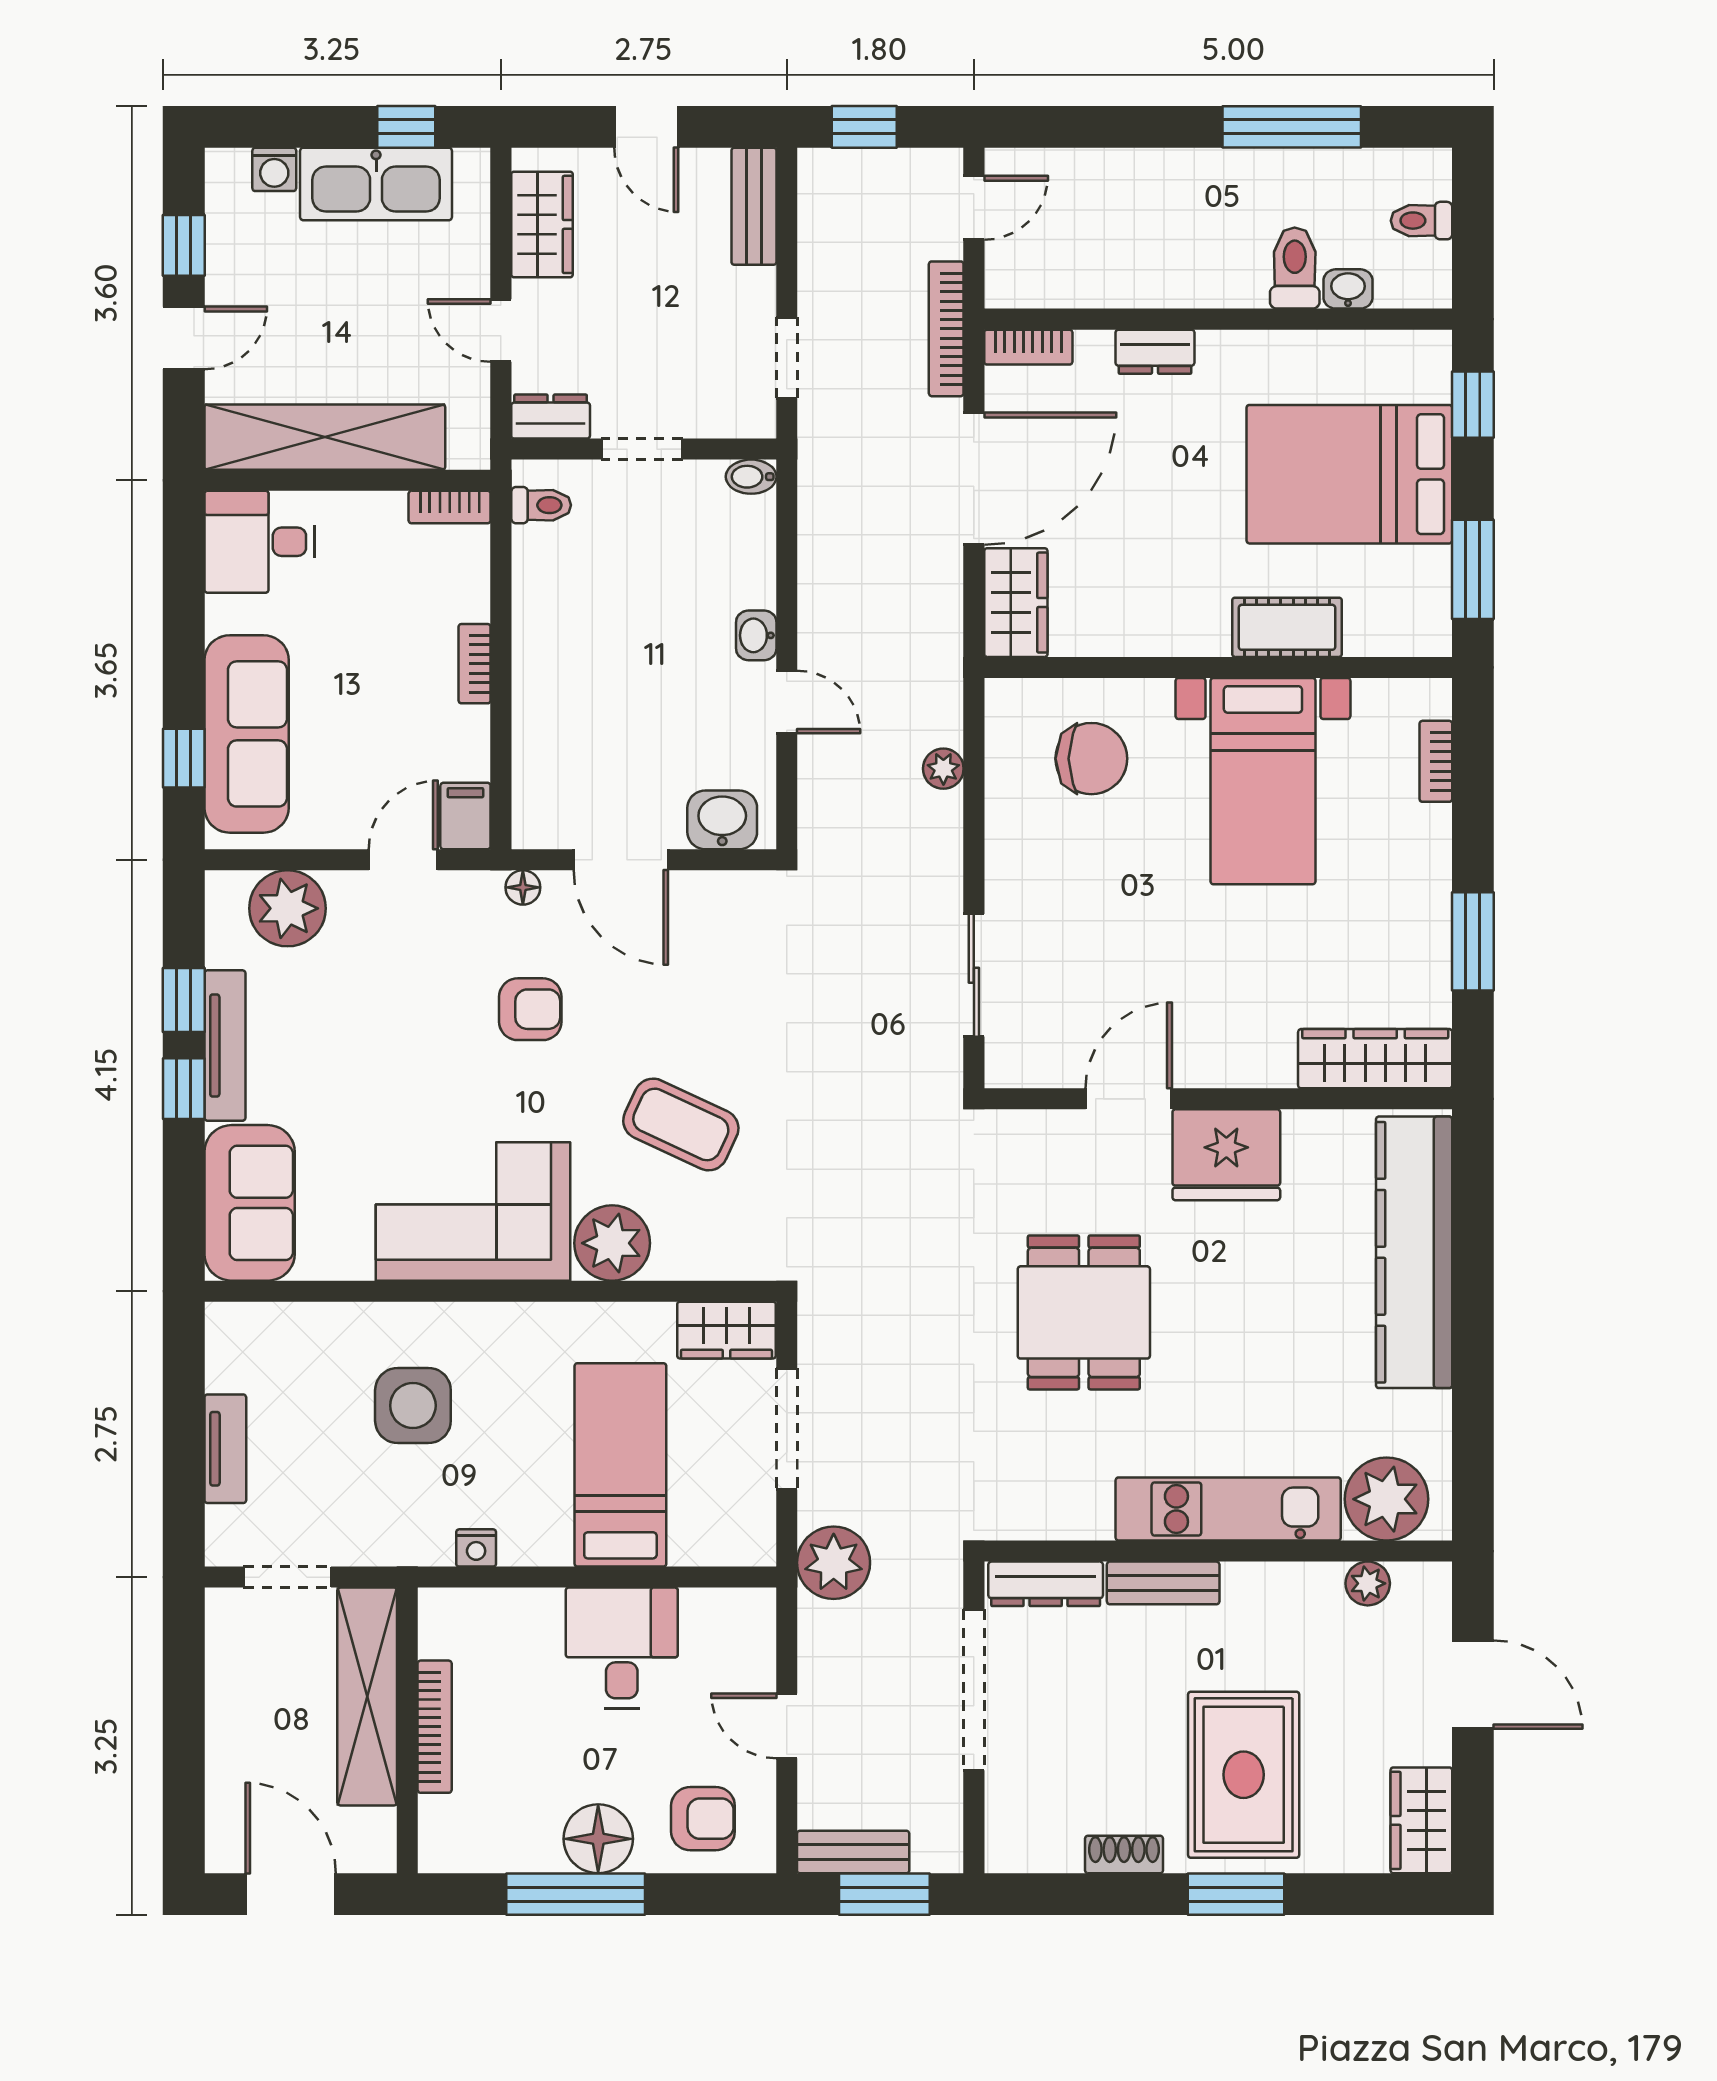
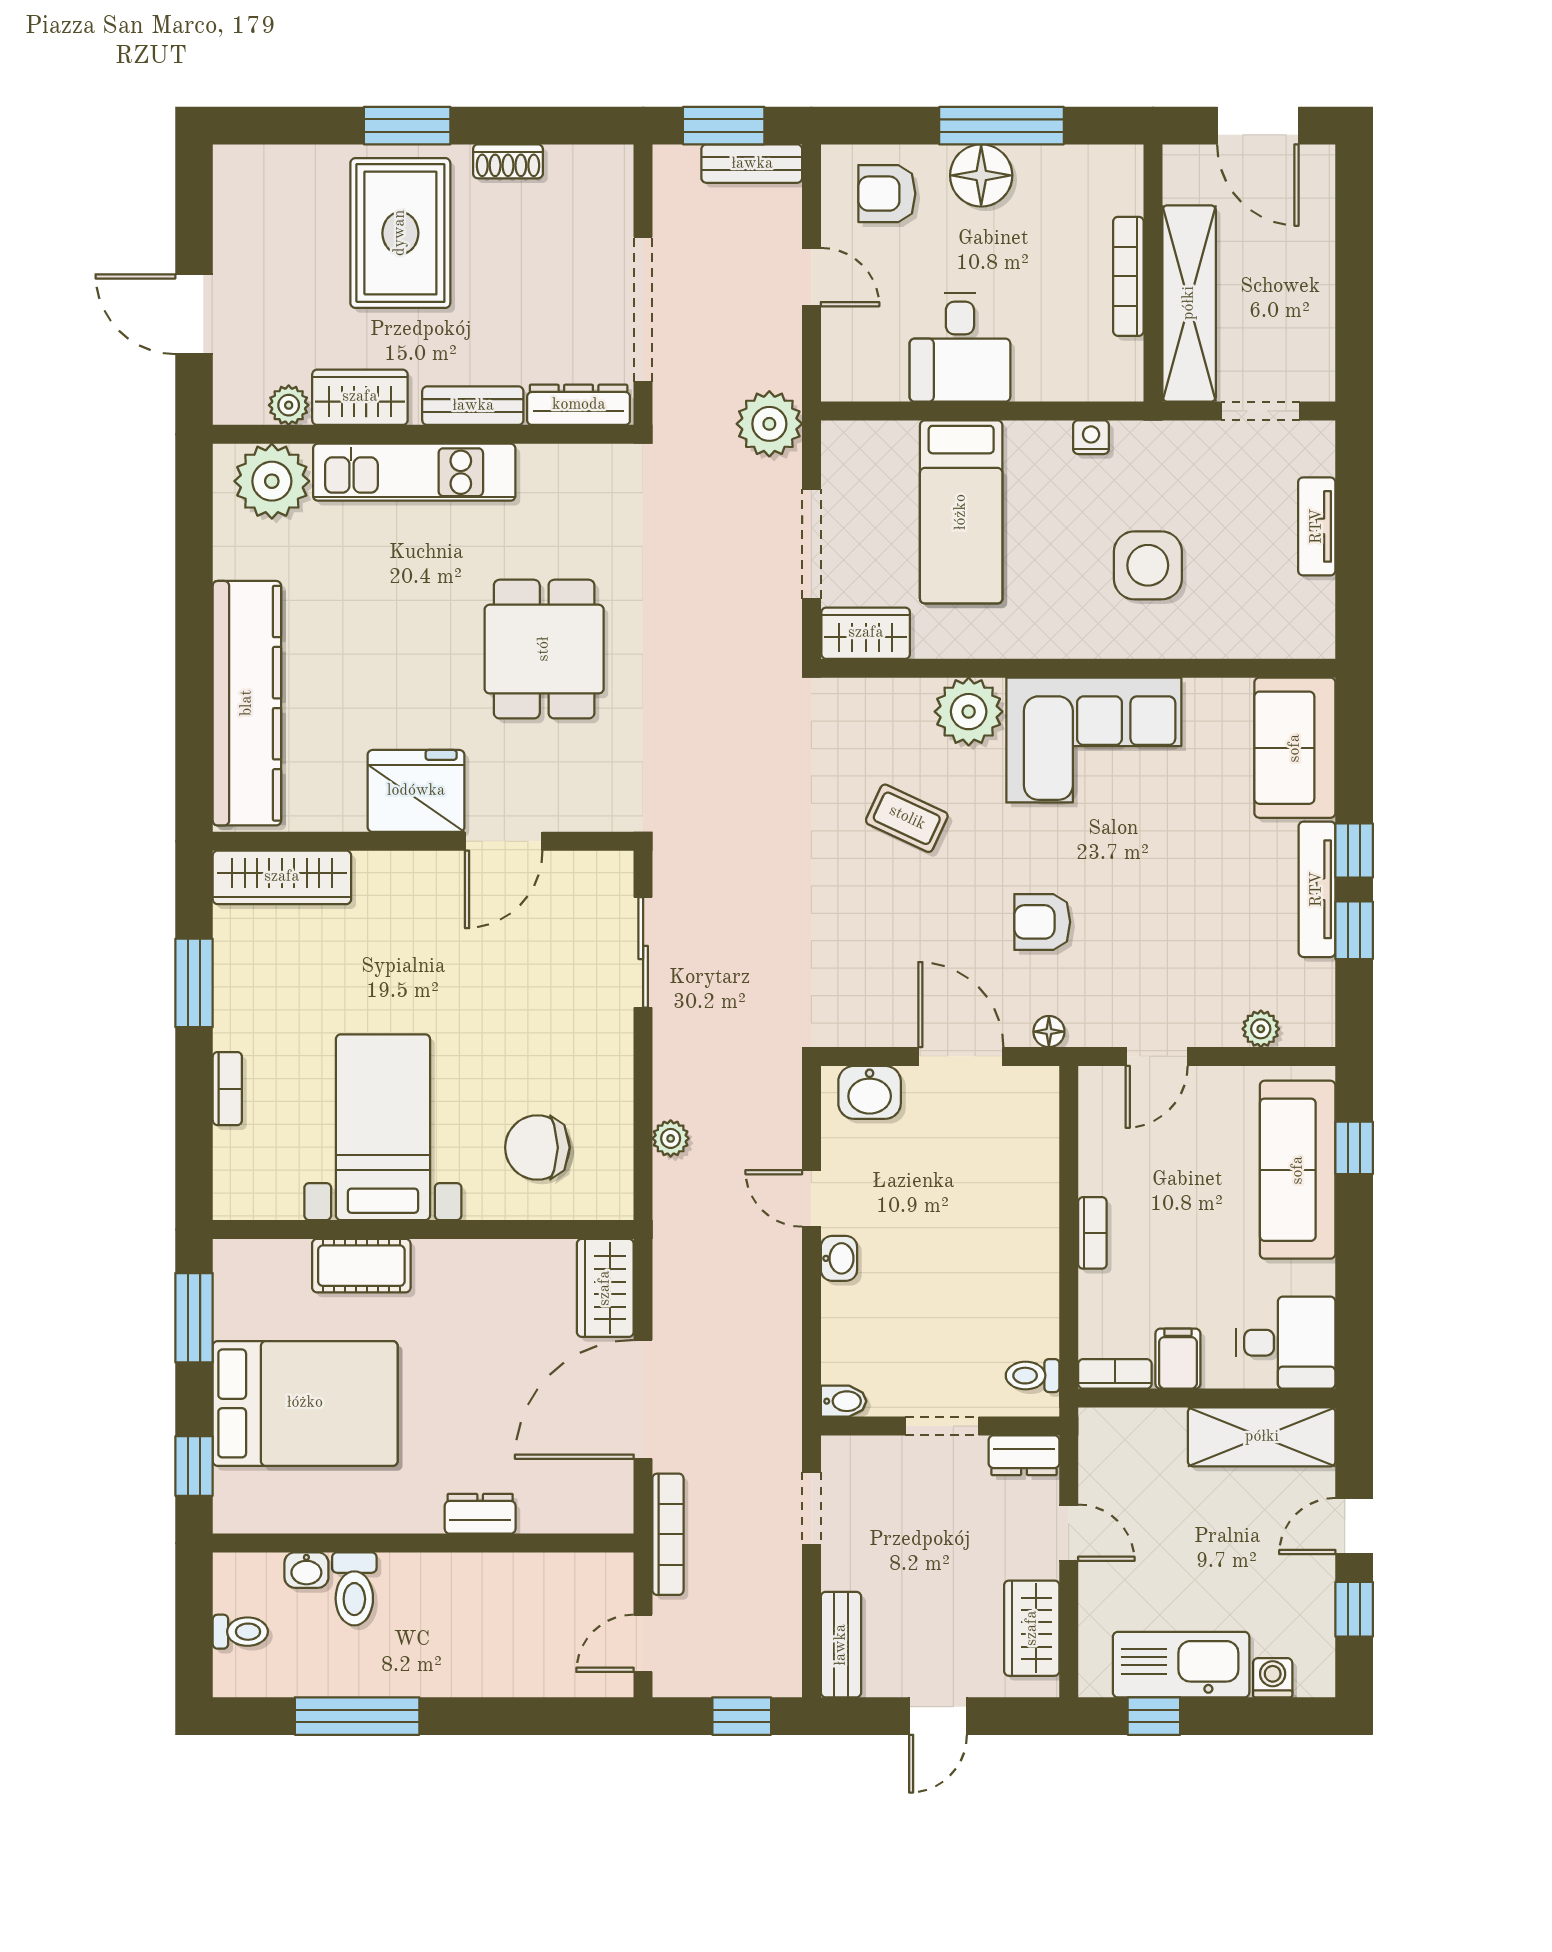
door: (646, 127) -> (938, 1716), swing flipped
bookcase: (1028, 347) -> (594, 1518), removed
shelving: (325, 437) -> (1262, 1437), width x0.68
bookcase: (1436, 761) -> (227, 1089), moved
filing cabinet: (465, 816) -> (1178, 1359), moved, turned 180
plant: (287, 908) -> (1261, 1029), width x0.53, depth x0.53
coffee table: (681, 1124) -> (907, 818), width x0.73, depth x0.77
wardrobe: (1421, 1820) -> (360, 397), moved, turned -90

